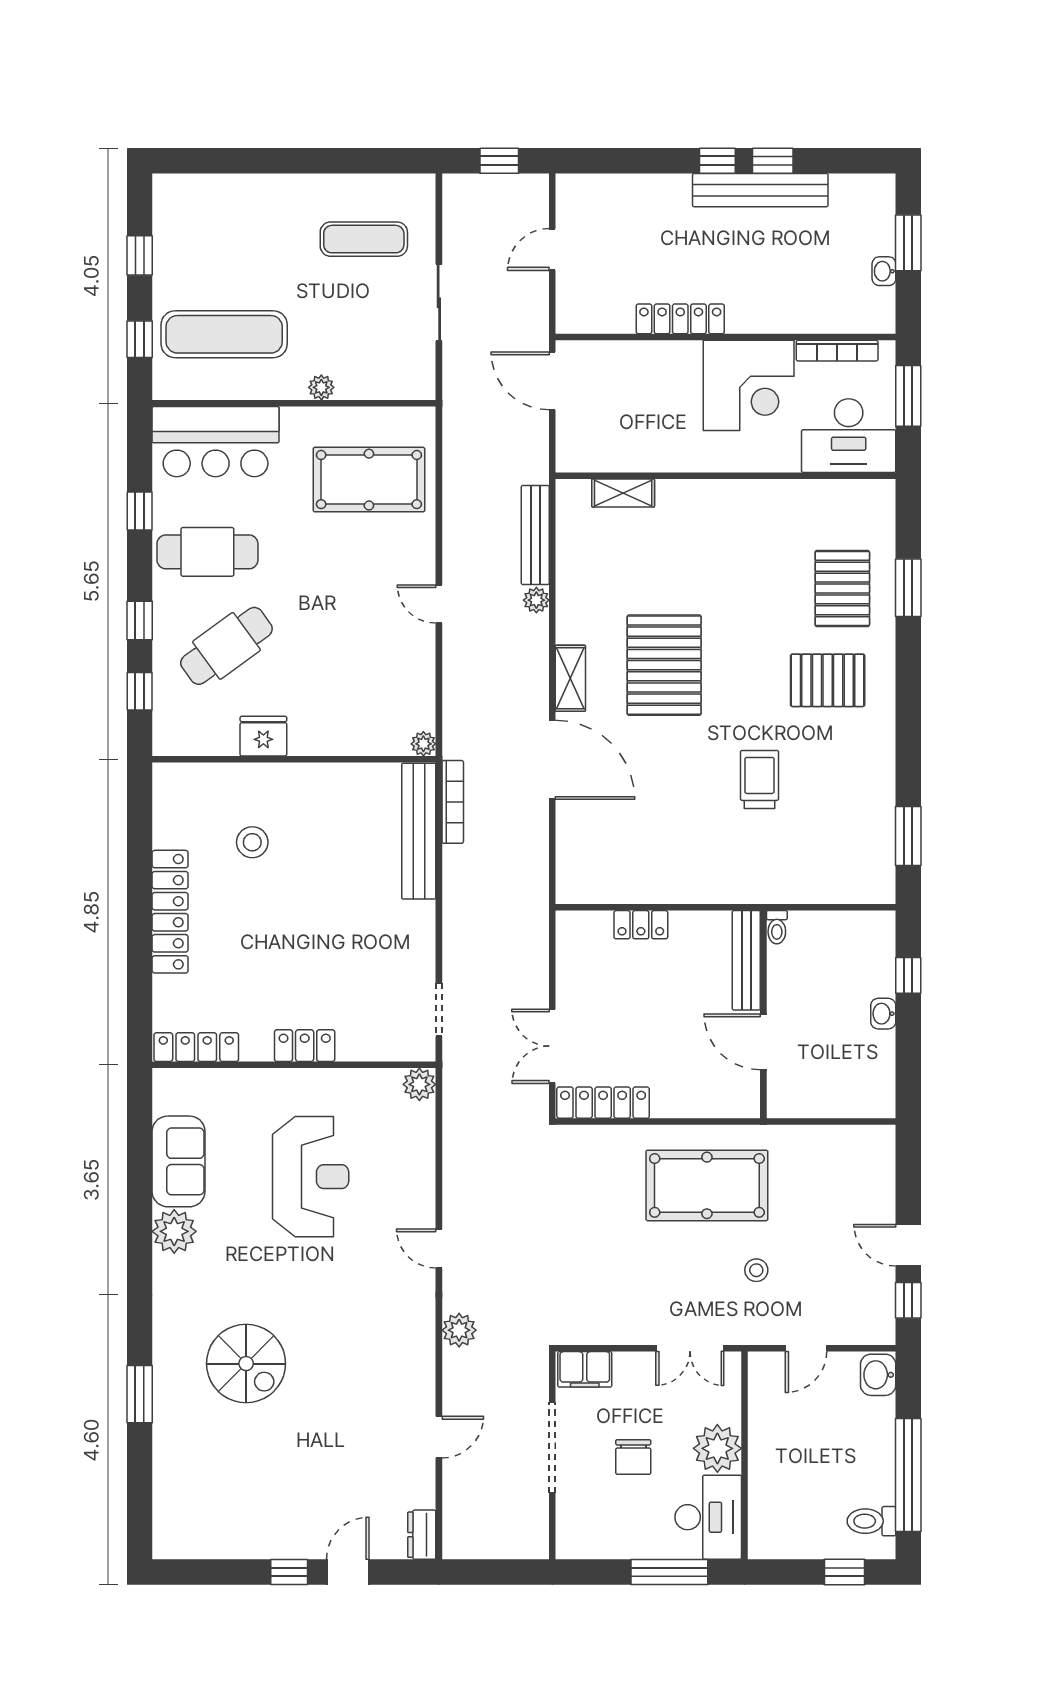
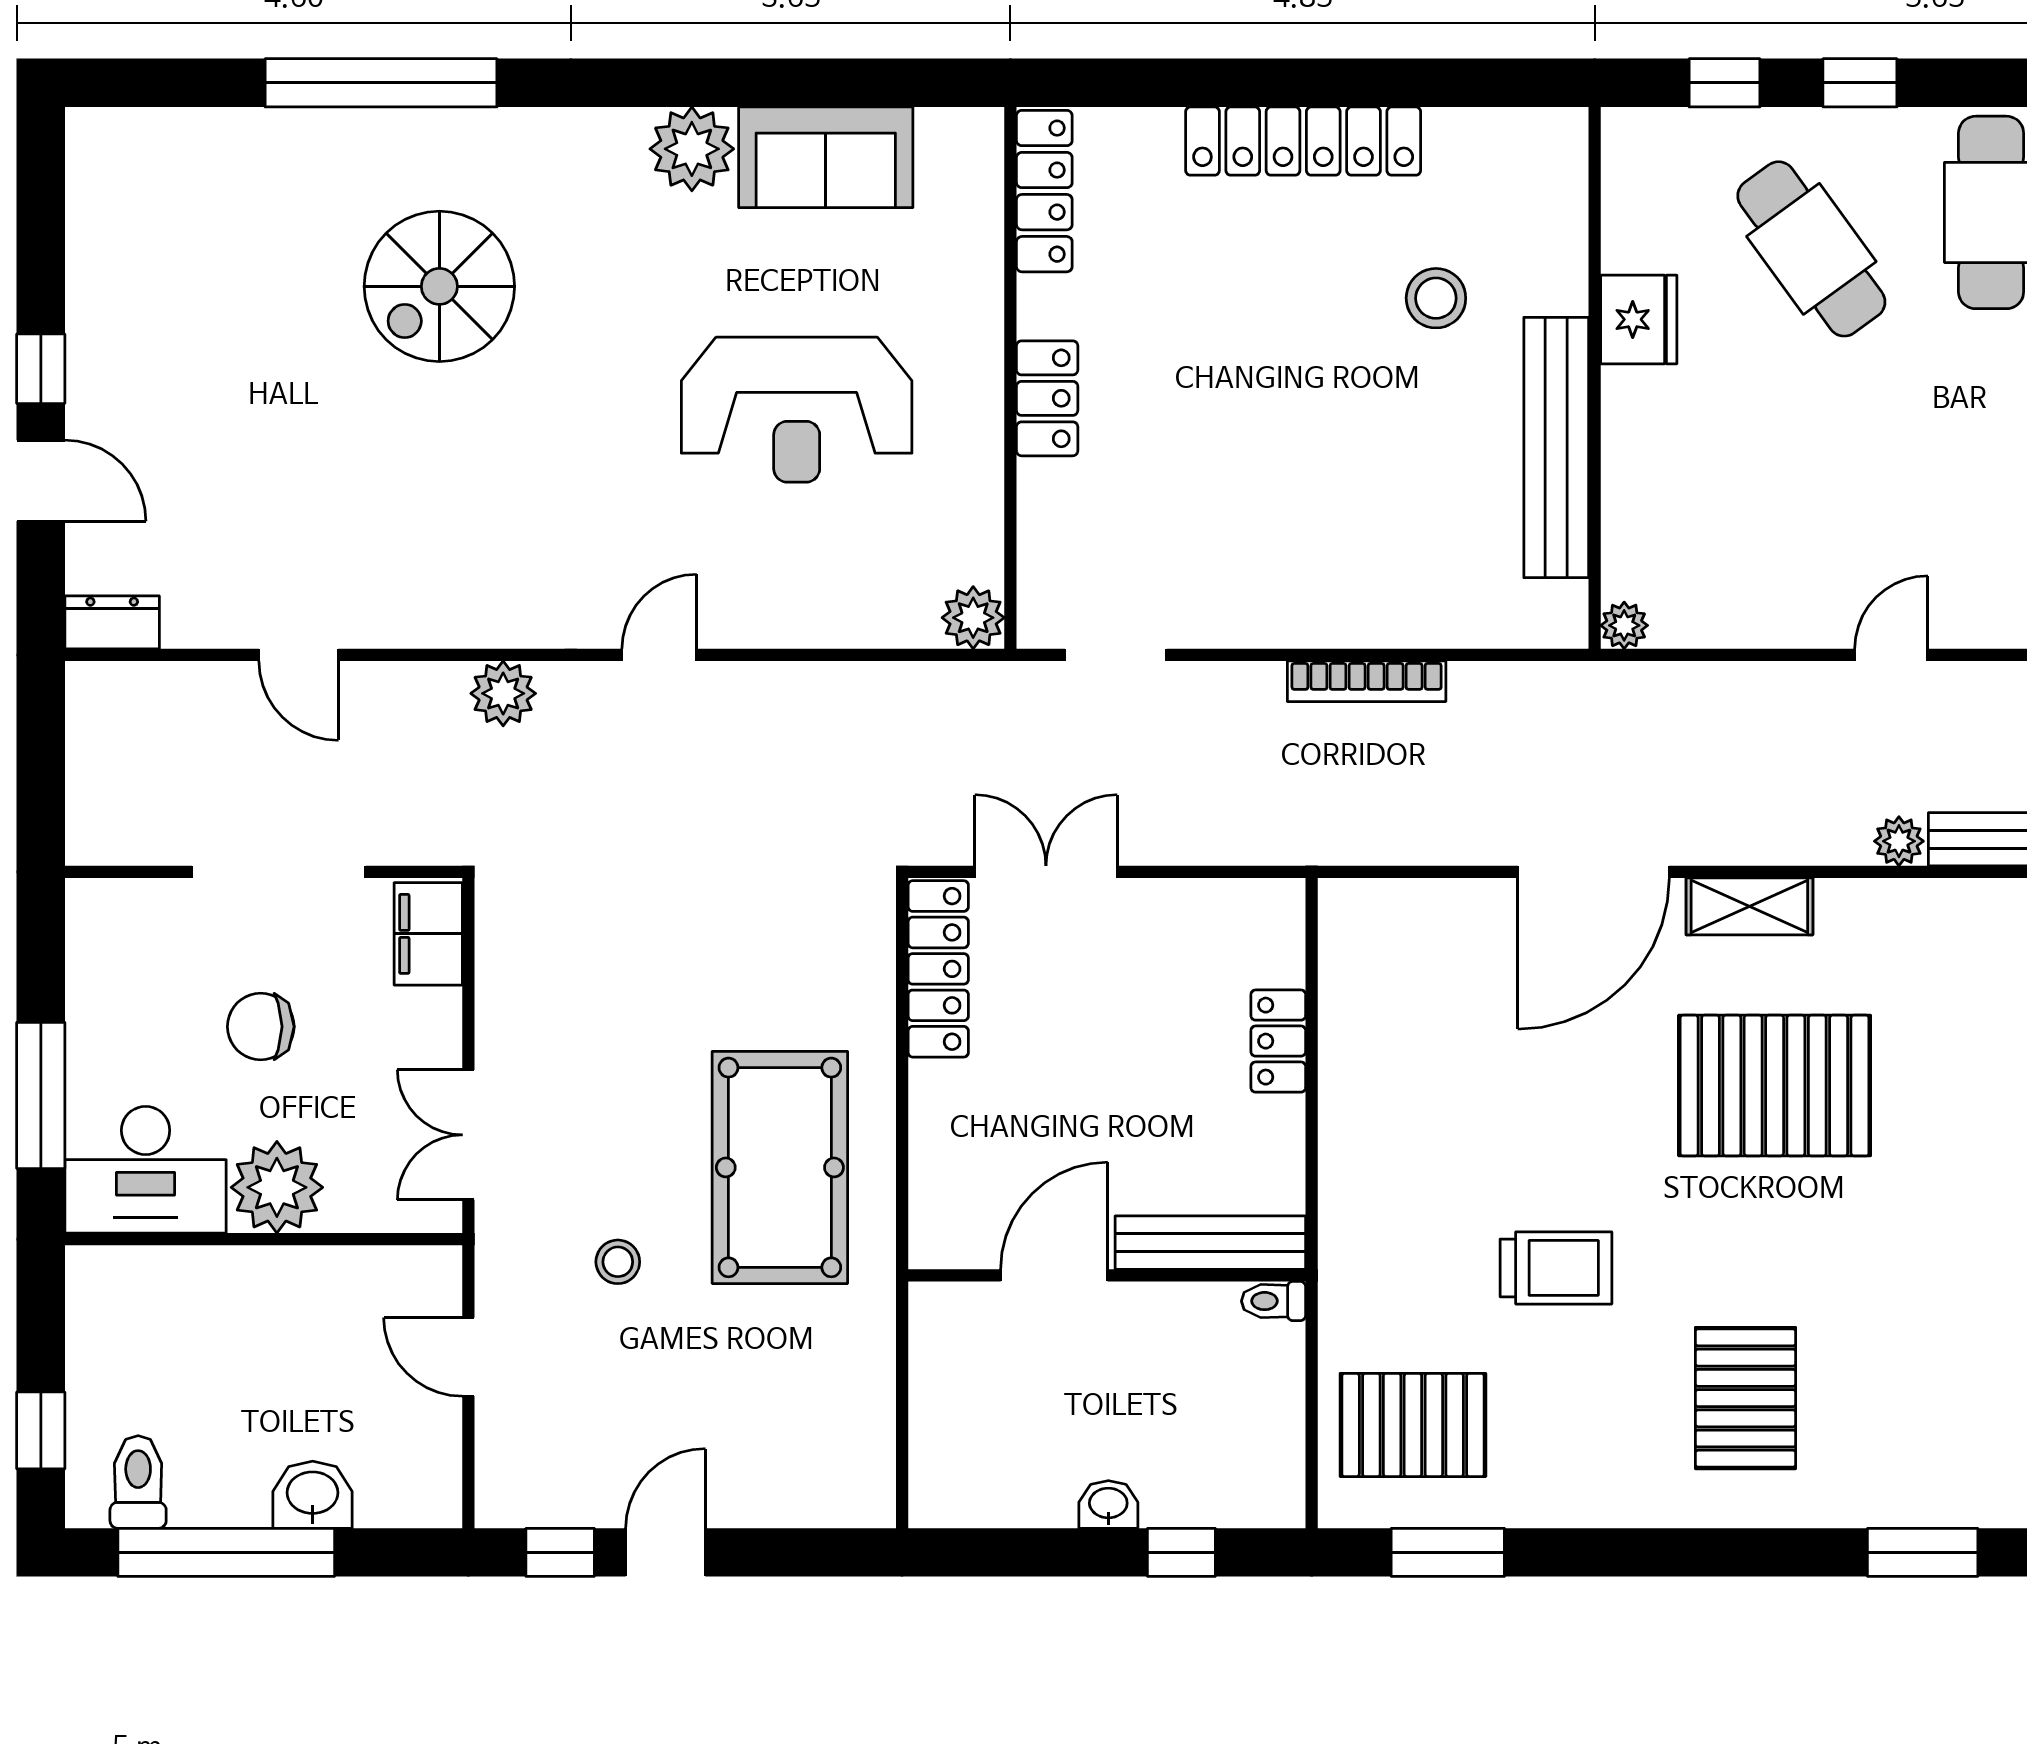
pallet: (842, 588) -> (1413, 1425), moved
bookcase: (453, 802) -> (1367, 681), moved
bench: (419, 831) -> (1556, 447), moved, turned 90
washbasin: (878, 1375) -> (313, 1495), moved
window: (140, 1394) -> (381, 83), width x2.11

